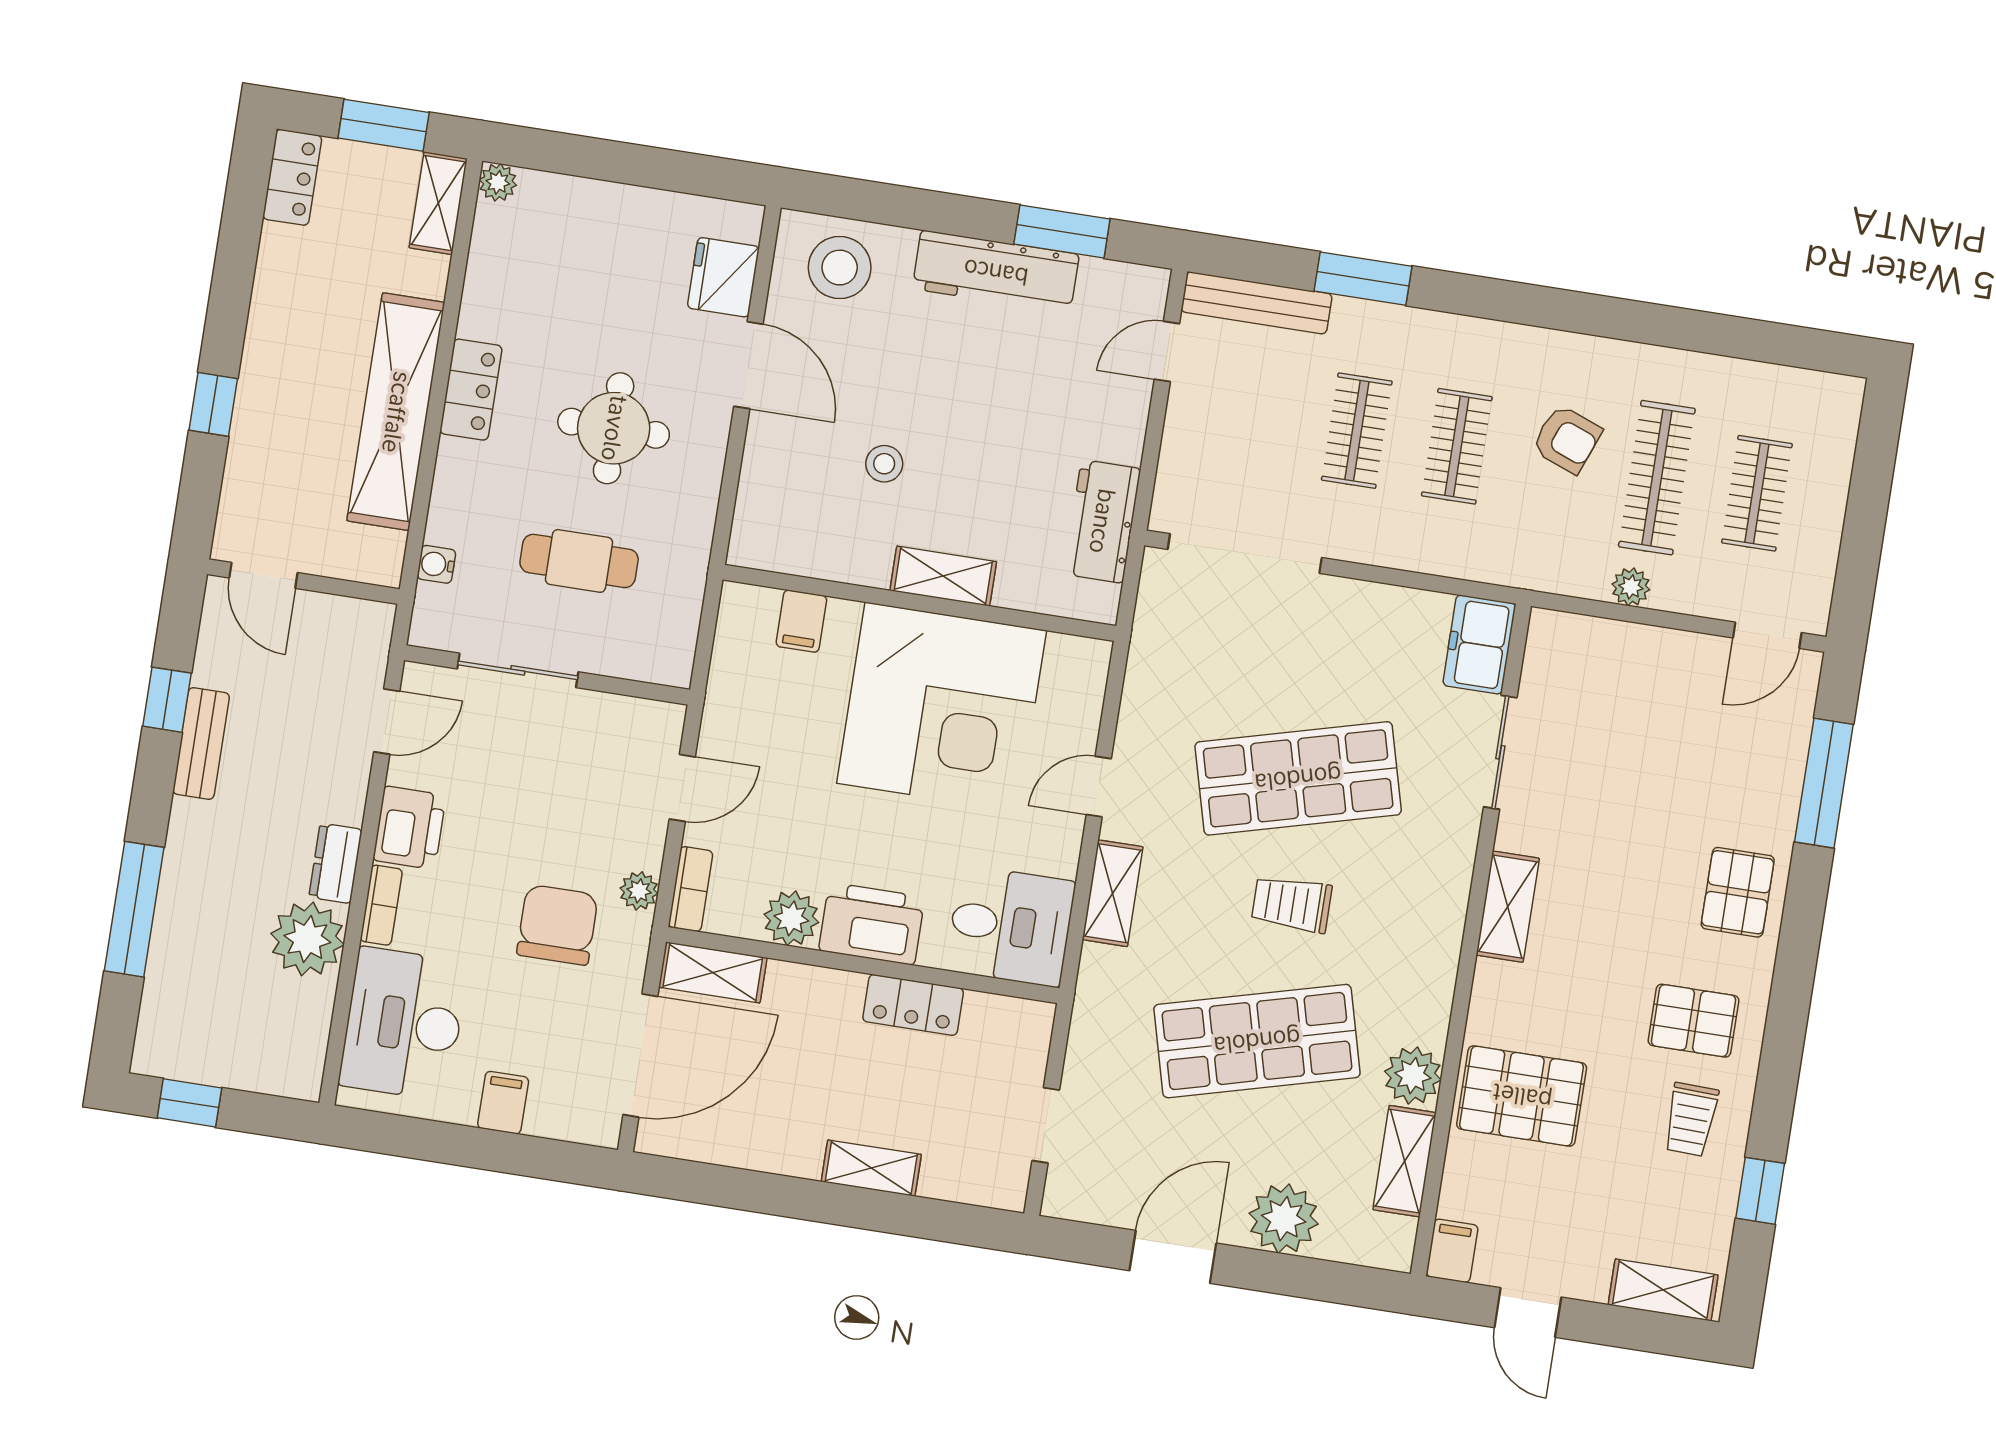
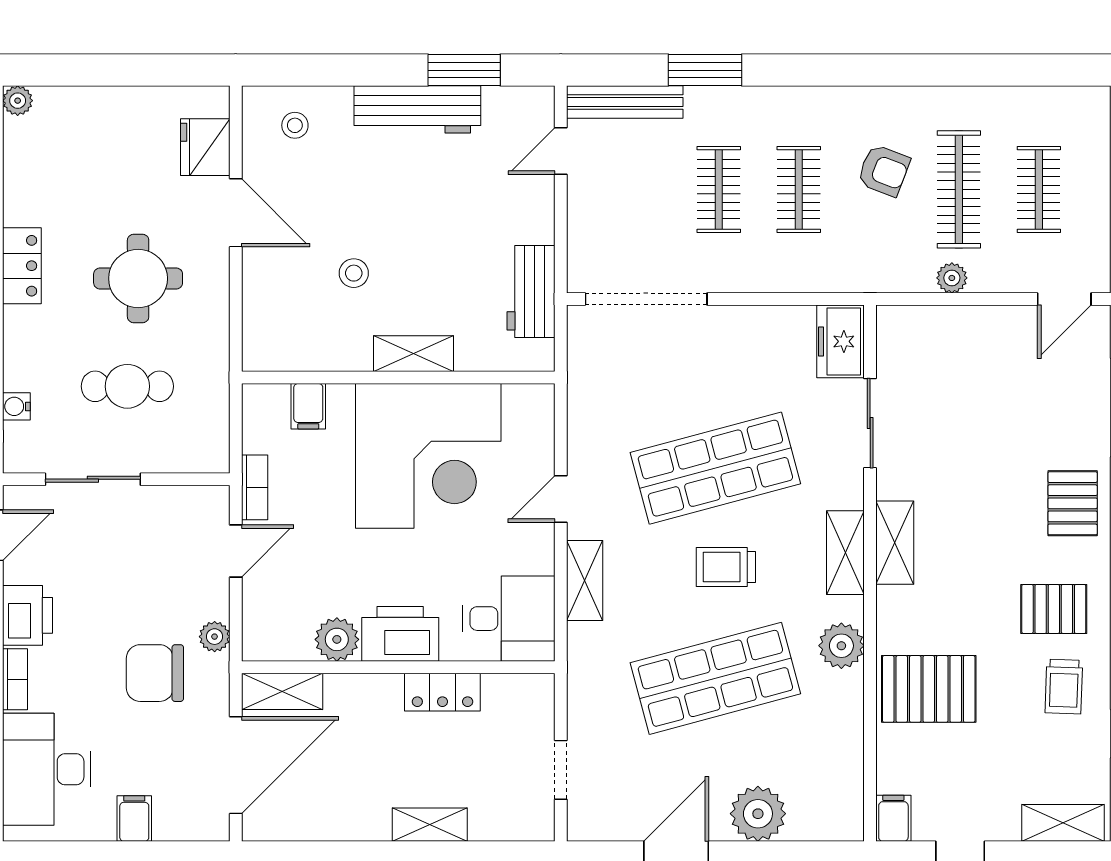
stool: (840, 268) -> (295, 125), width x0.53, depth x0.53
bookcase: (691, 889) -> (255, 487), moved
chair: (557, 925) -> (155, 673), turned -90
plant: (1413, 1076) -> (841, 646), moved
shelving: (1405, 1161) -> (845, 553), moved

